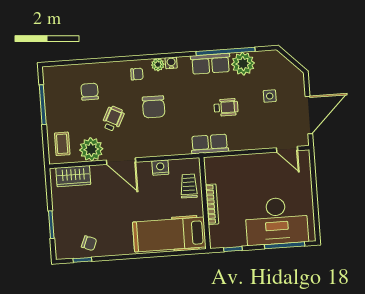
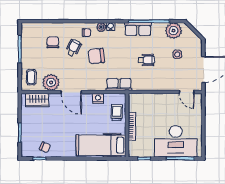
plant: (243, 64) -> (174, 31), moved
chair: (154, 107) -> (96, 56), turned 84
wheelchair: (113, 119) -> (73, 48), moved
row of seats: (210, 144) -> (119, 85), moved

